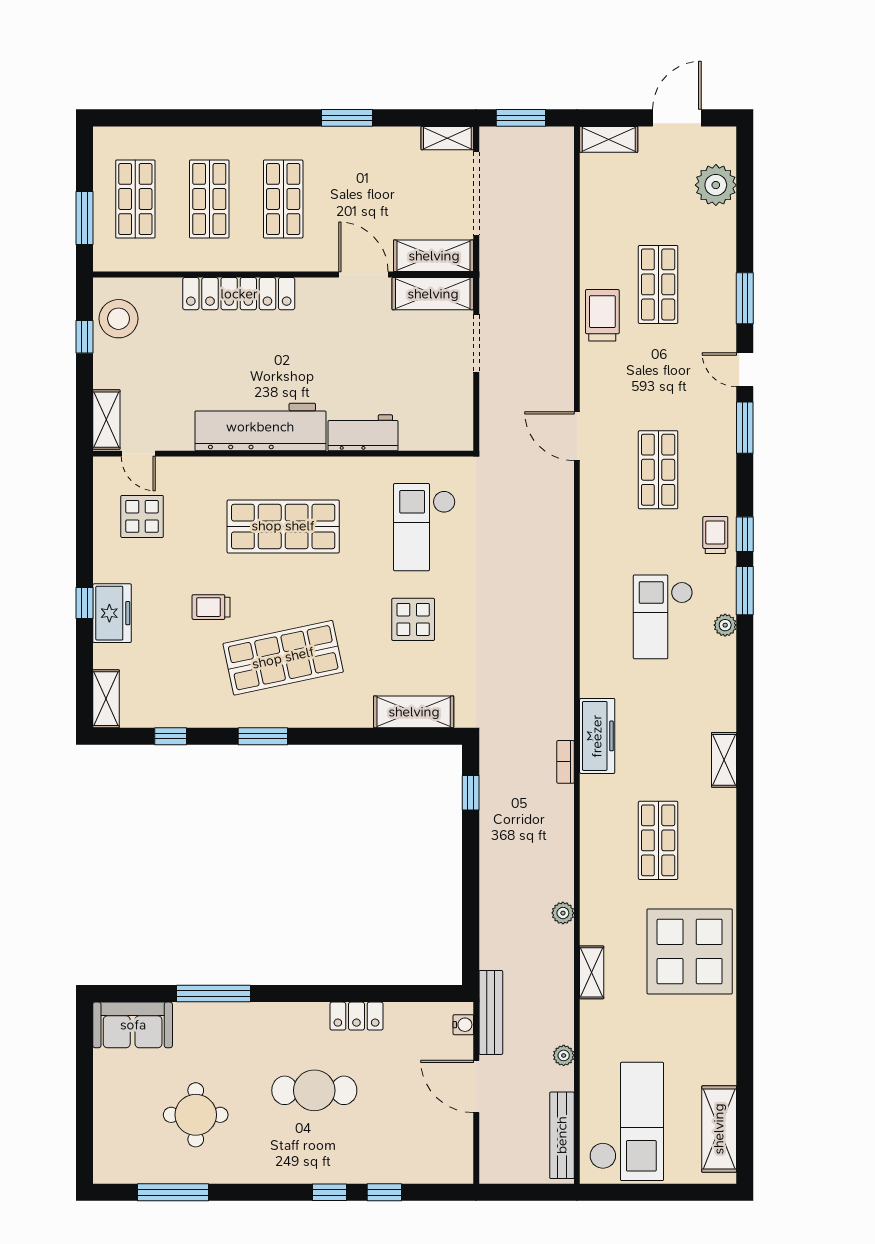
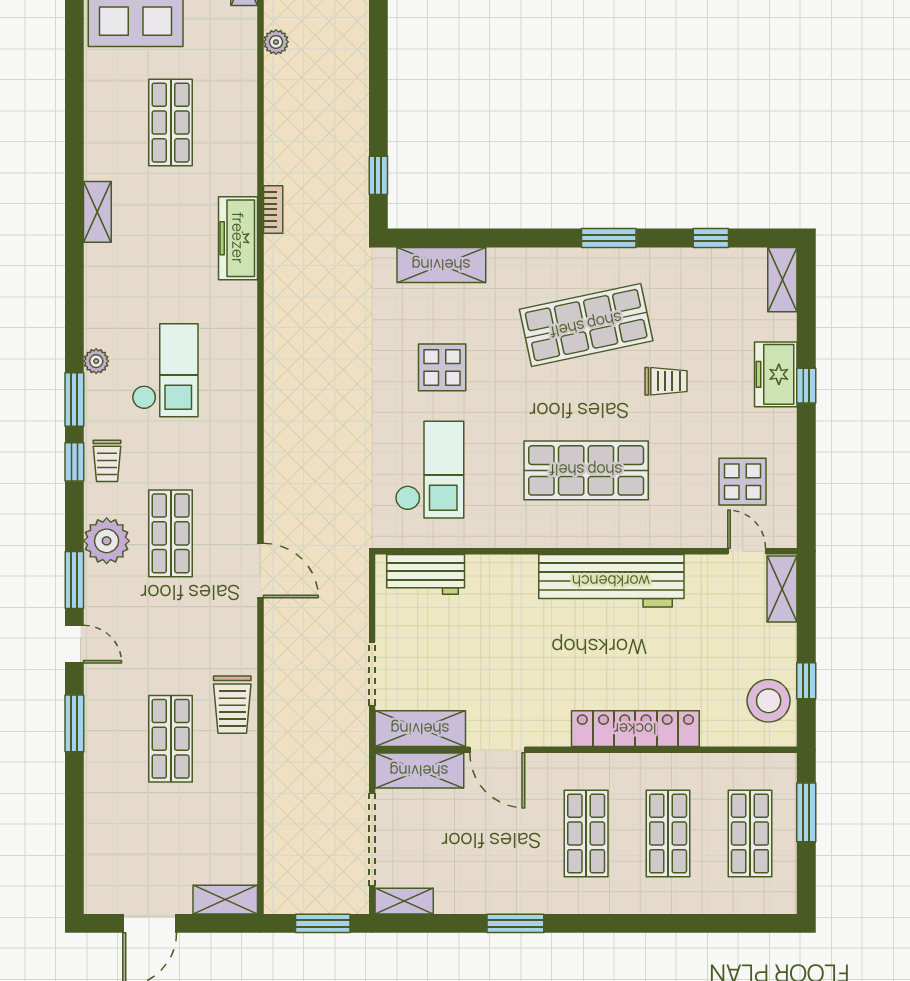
plant: (716, 185) -> (107, 541), moved
workbench: (363, 433) -> (426, 574), moved

